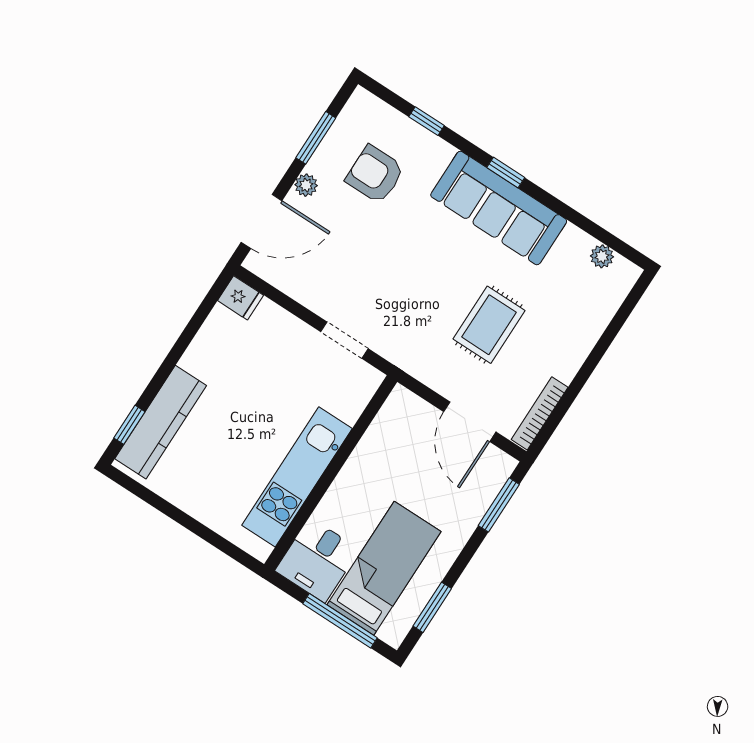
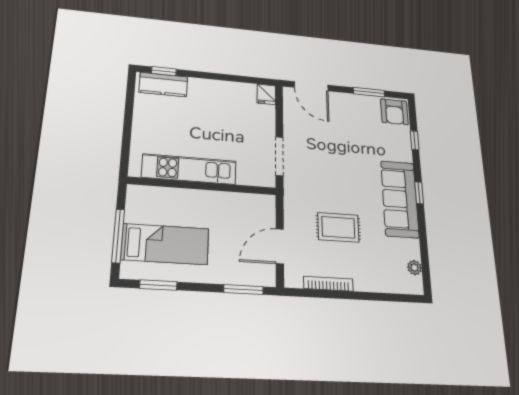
armchair: (375, 174) -> (394, 112), moved, turned 180
plant: (306, 185) -> (344, 99), removed
doorway: (344, 340) -> (279, 156), width x1.38
bookcase: (540, 413) -> (328, 284), moved
kitchen counter: (161, 422) -> (163, 85), width x0.67
desk: (317, 560) -> (148, 204), removed

